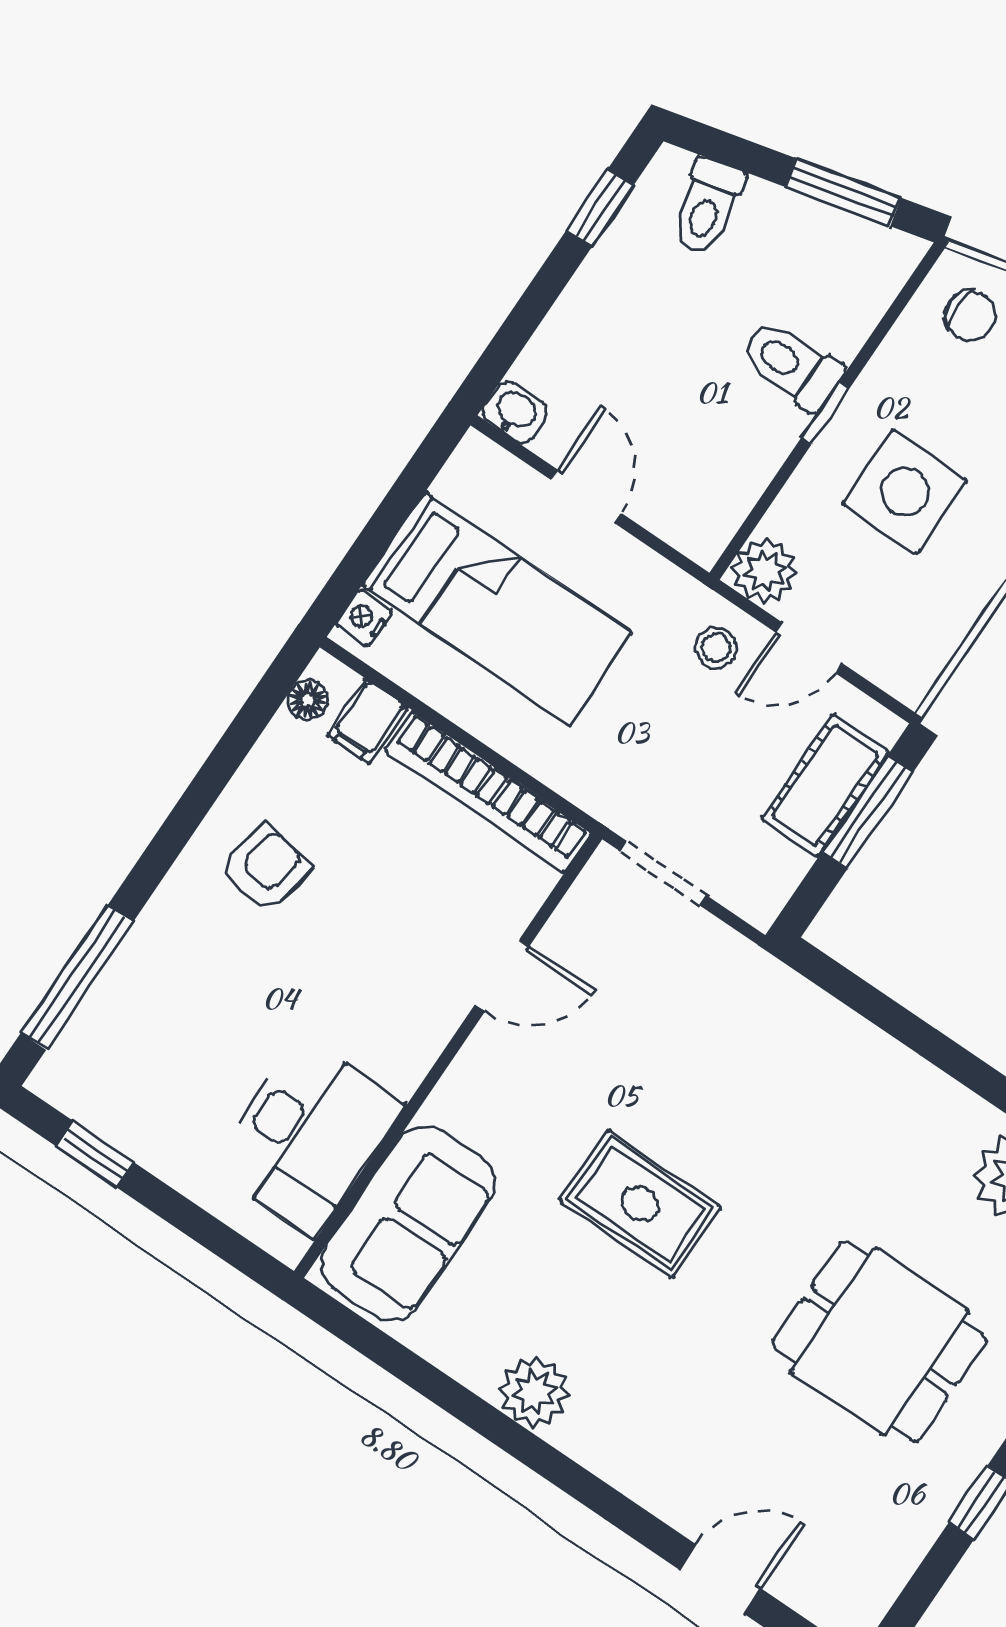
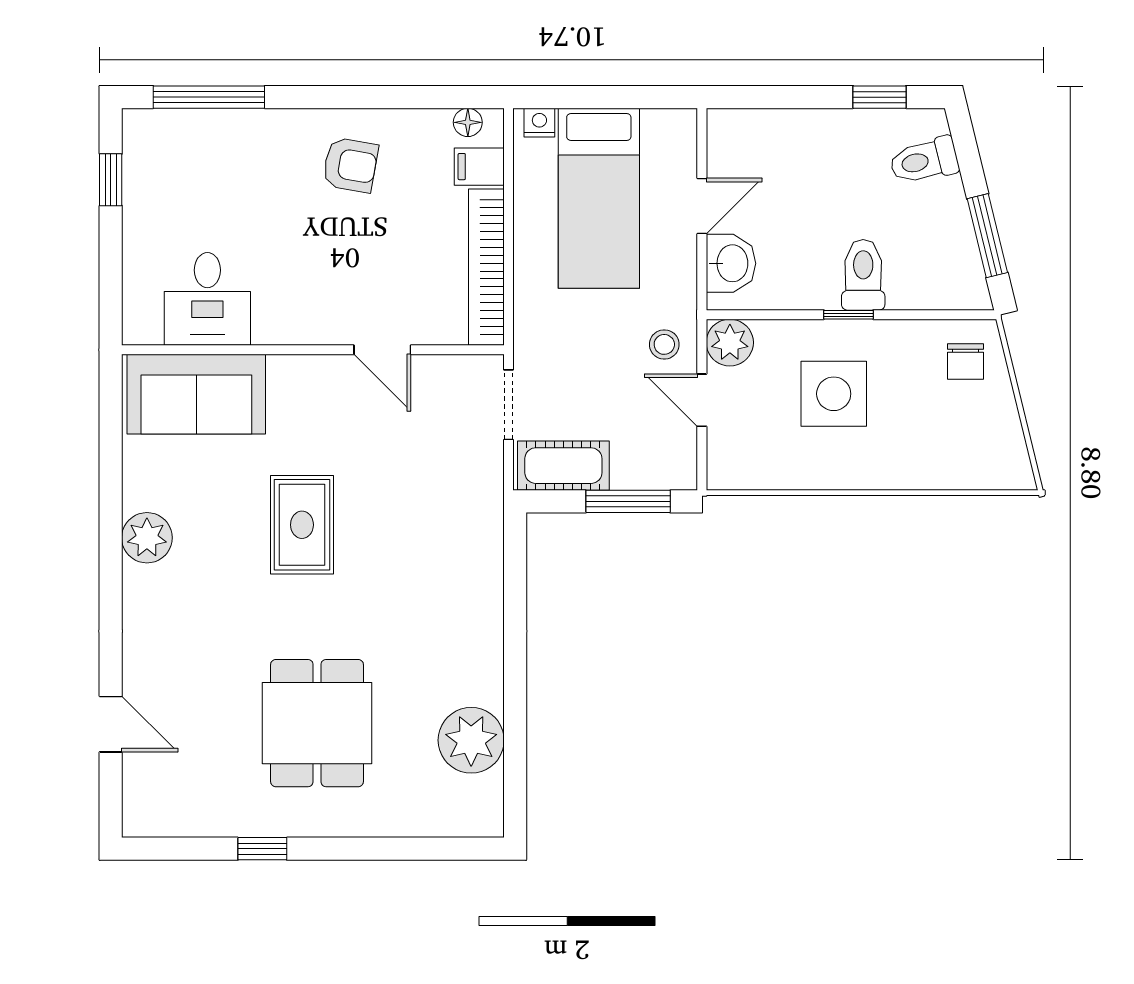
washbasin: (515, 412) -> (731, 263), moved, width x1.38, depth x1.45
cot: (825, 786) -> (563, 466), moved
desk: (307, 1136) -> (207, 299), width x0.73

